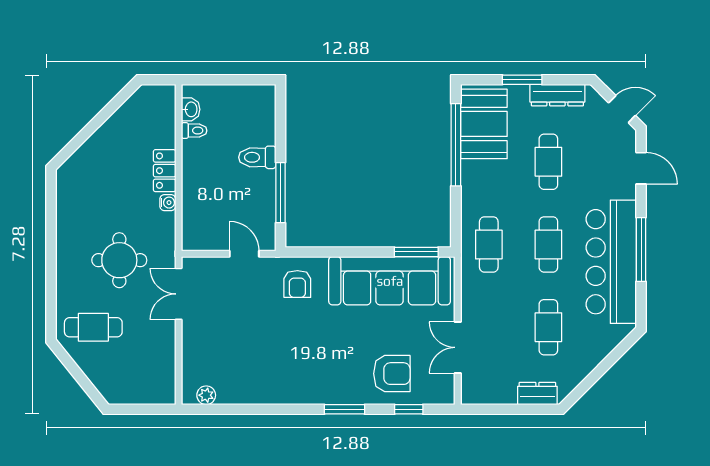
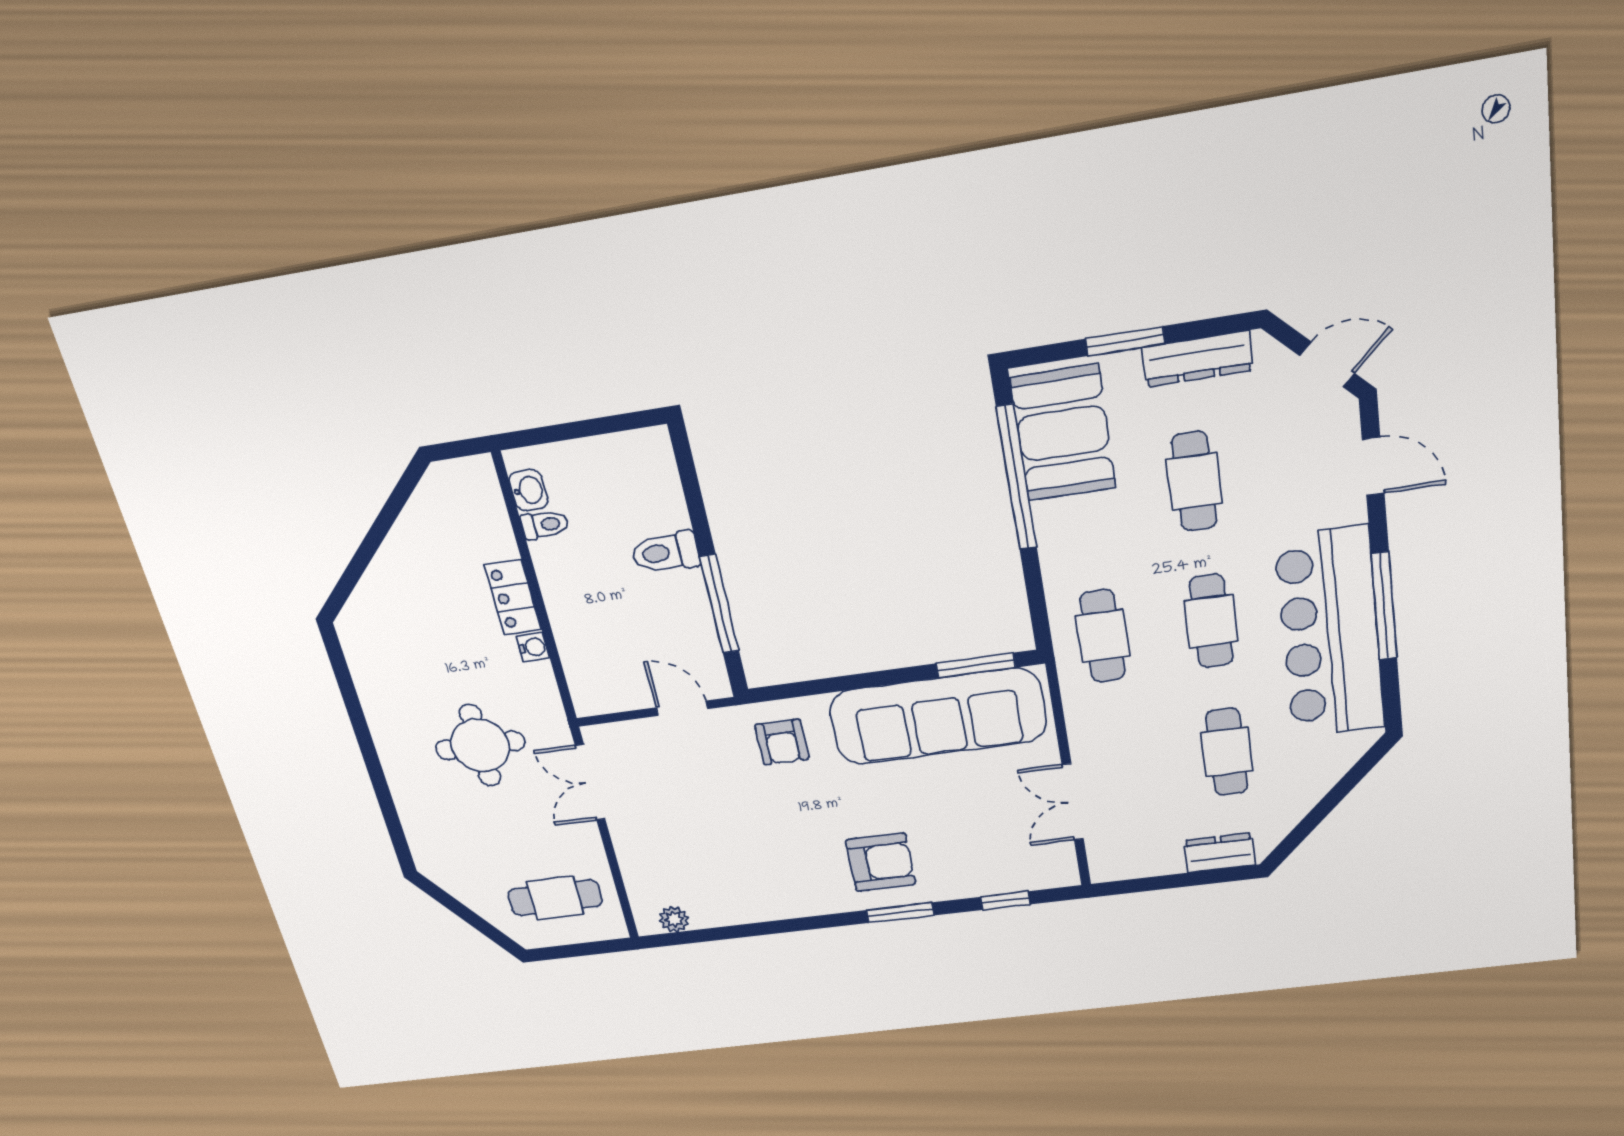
cafe table: (93, 327) -> (555, 898), moved
armchair: (392, 374) -> (881, 862), moved

